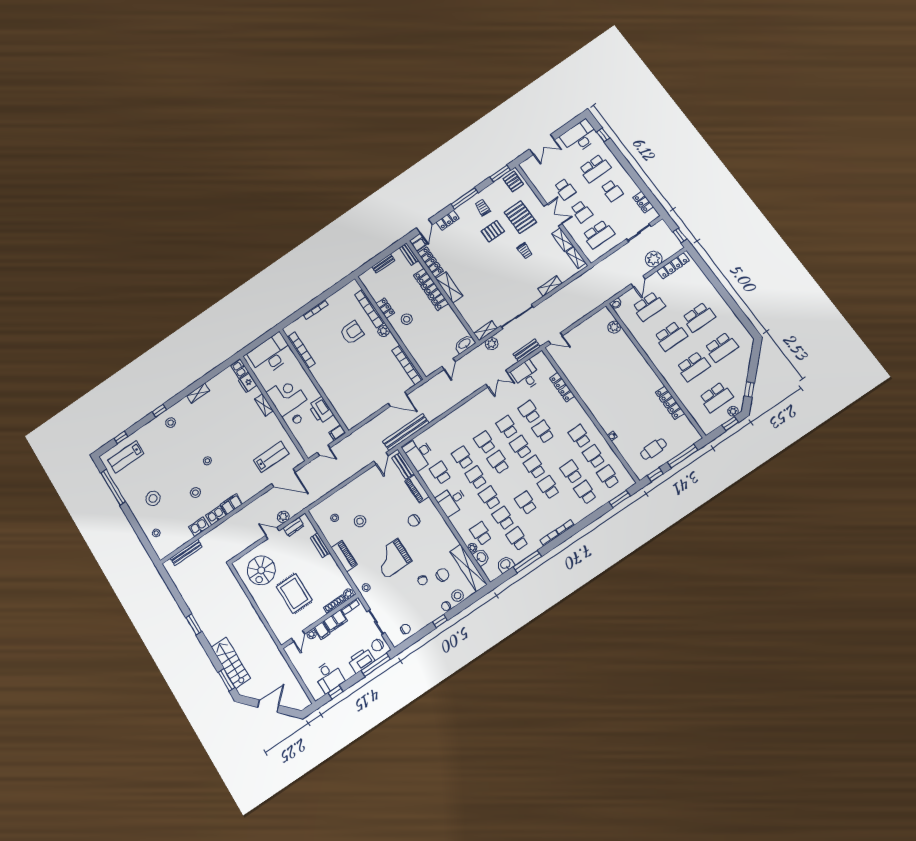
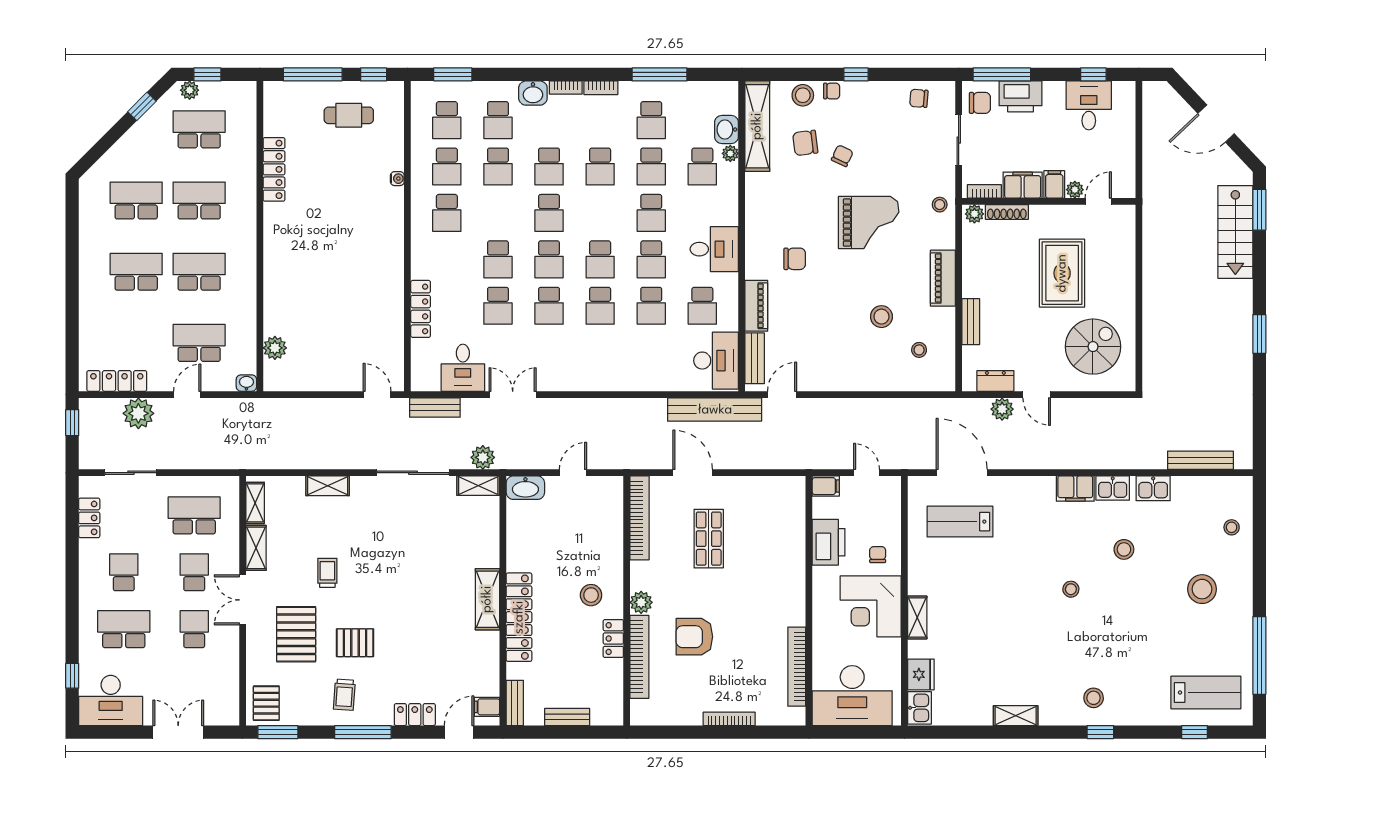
locker: (431, 262) -> (489, 664), removed
shop shelf: (372, 377) -> (709, 539), added
washbasin: (506, 564) -> (533, 93), moved

